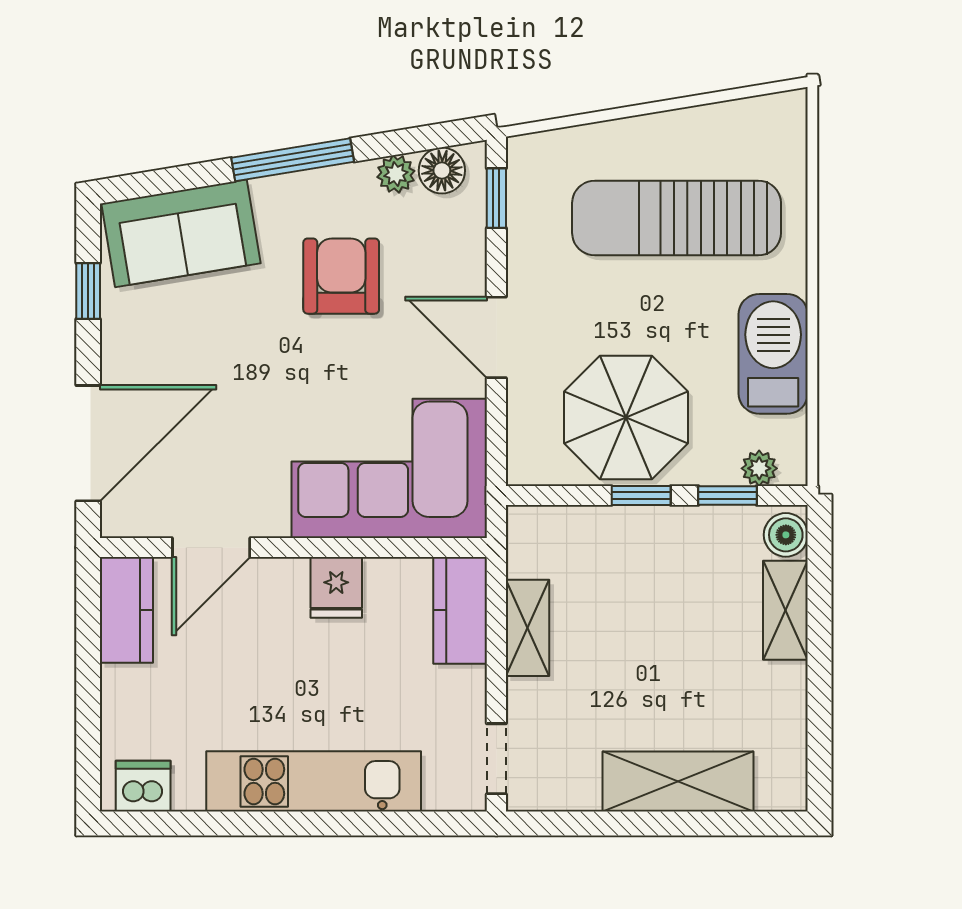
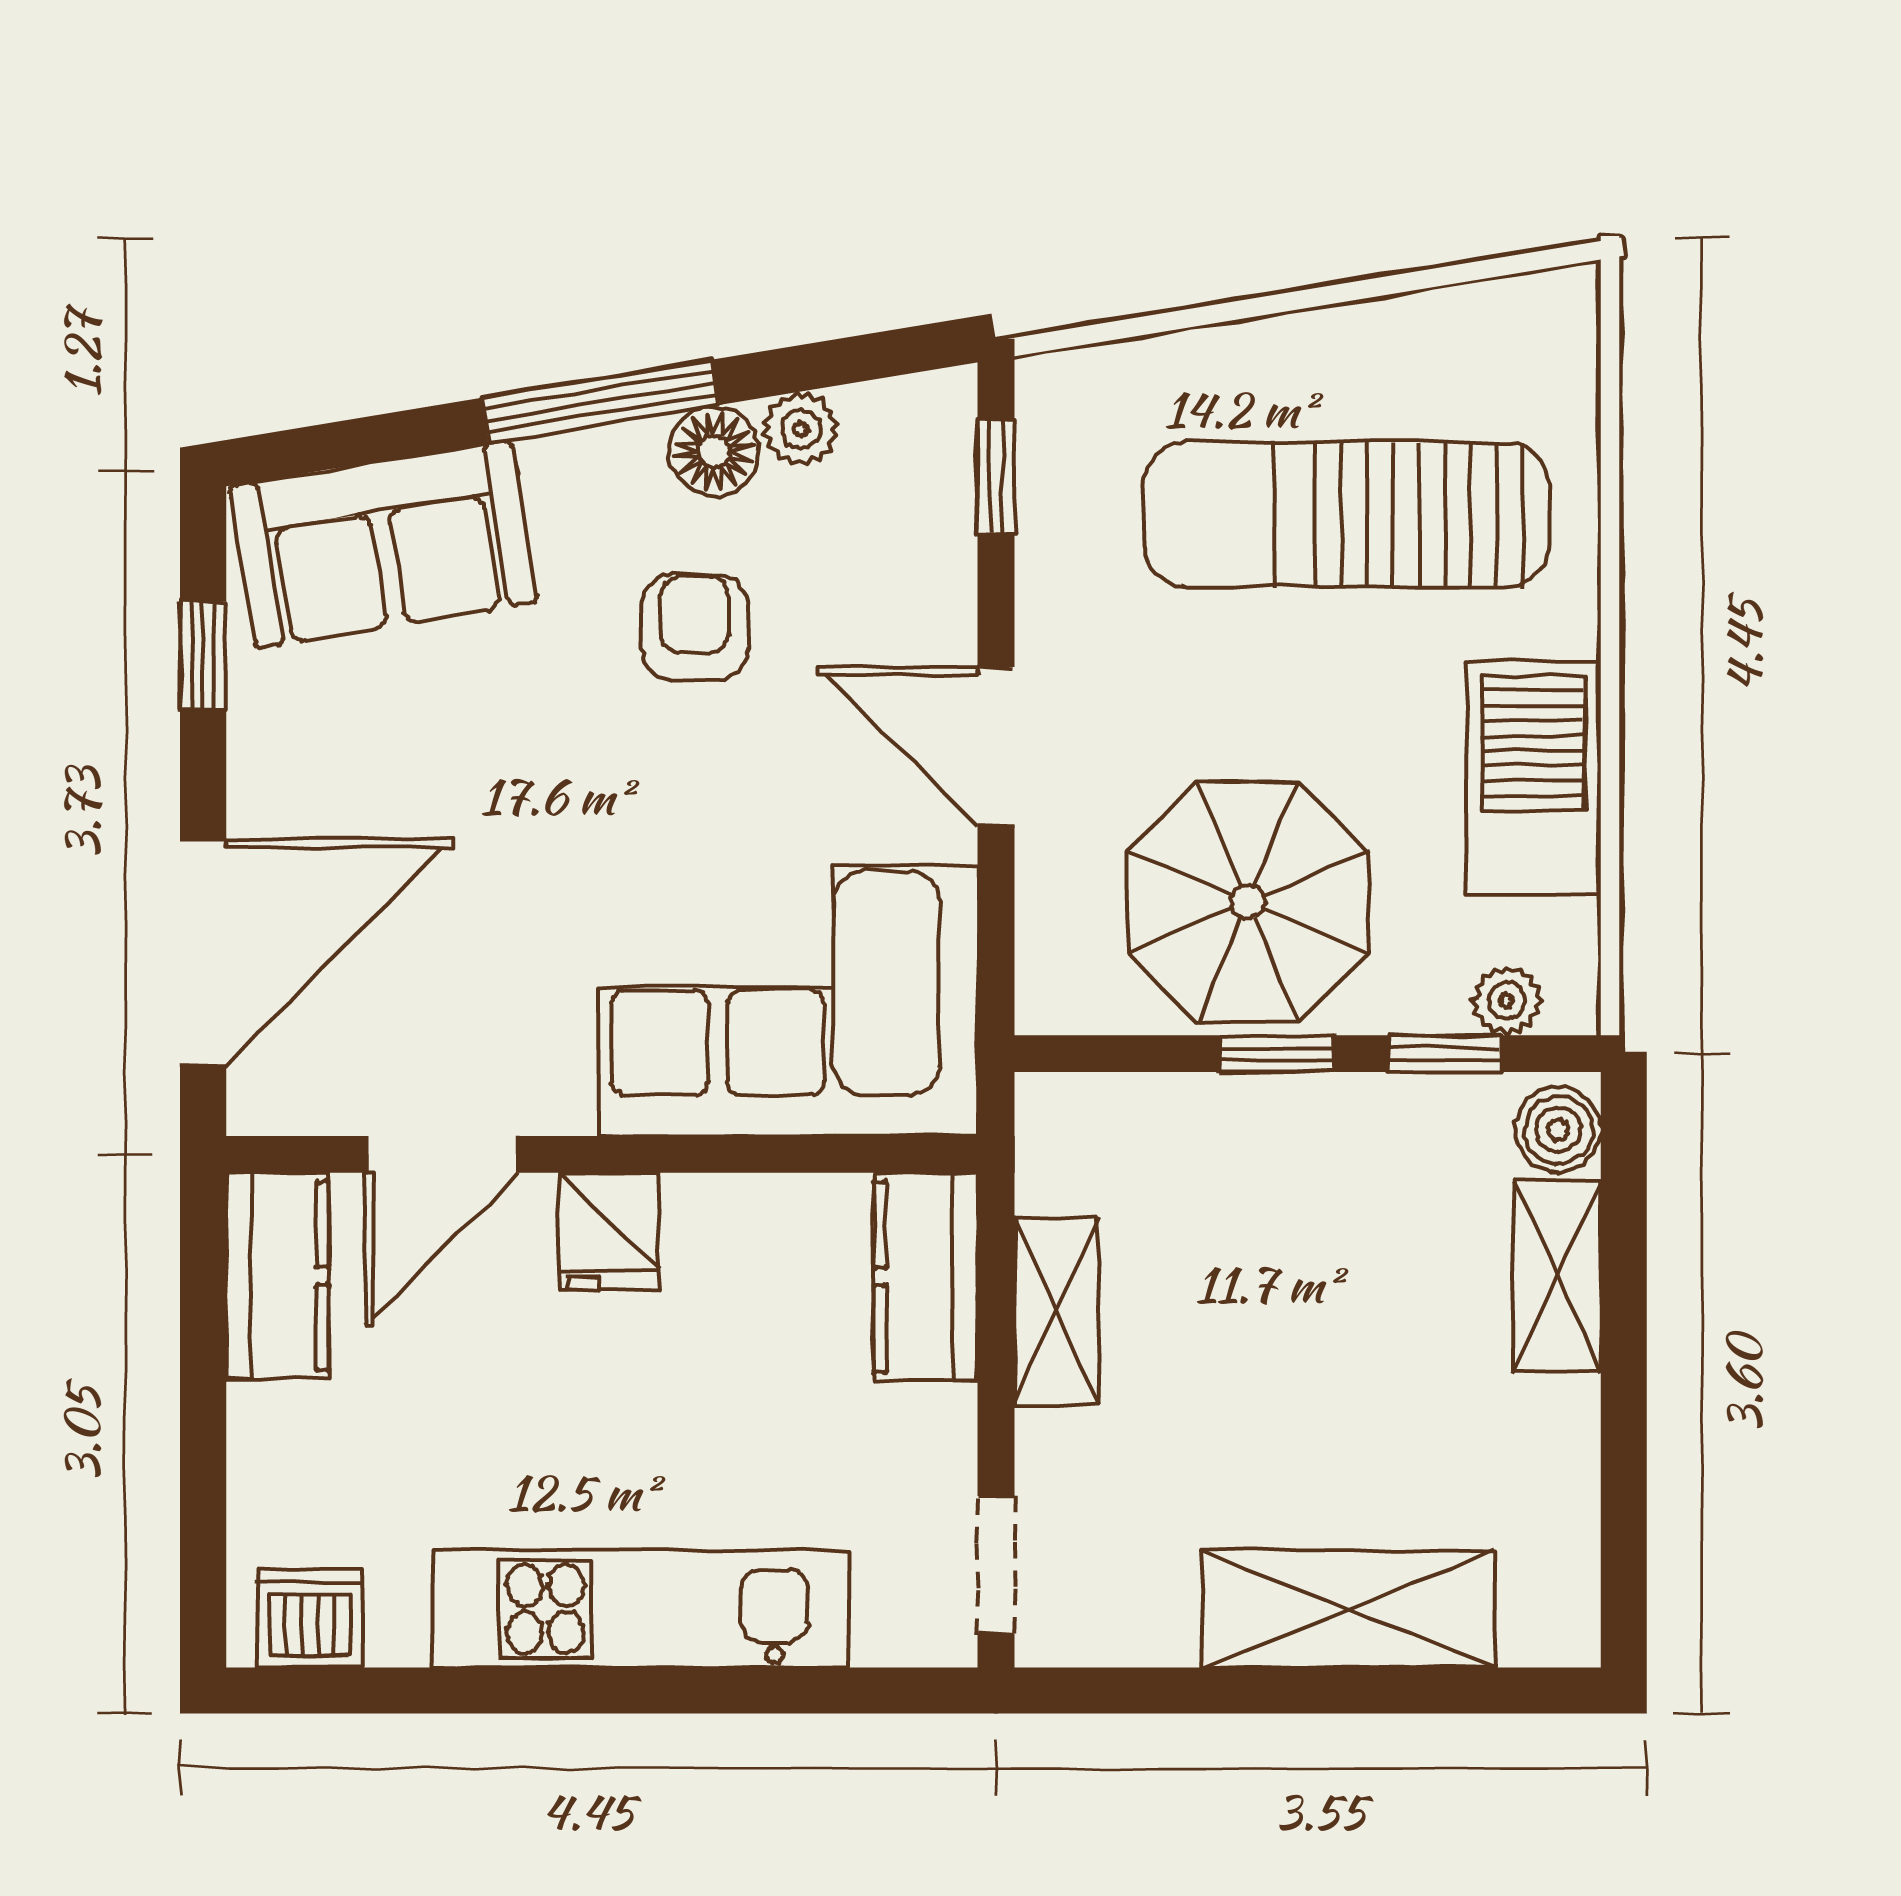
floor lamp: (442, 171) -> (714, 451), moved
armchair: (341, 276) -> (695, 627), width x0.72, depth x0.72
fridge: (336, 587) -> (609, 1232), moved

